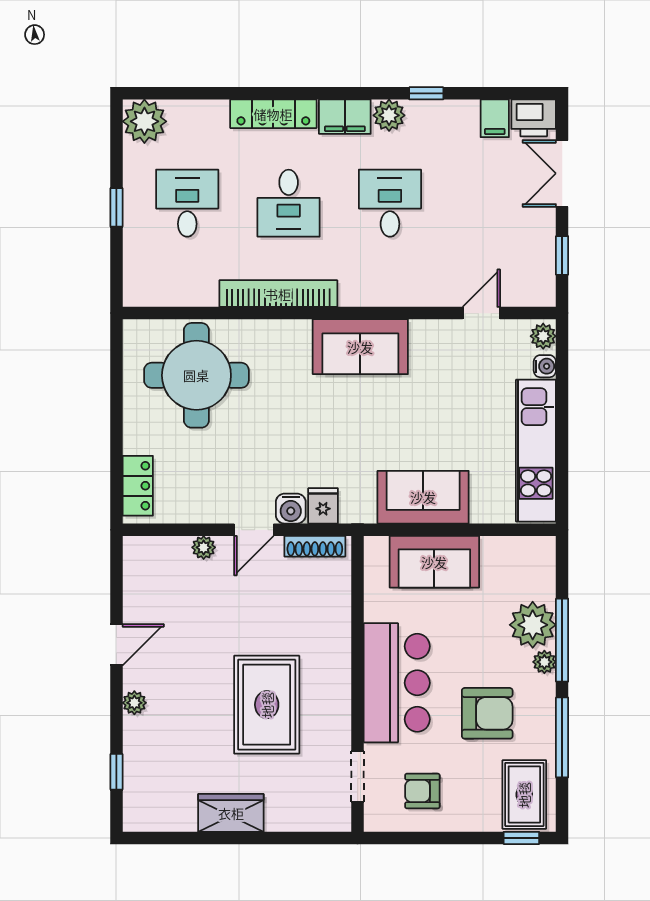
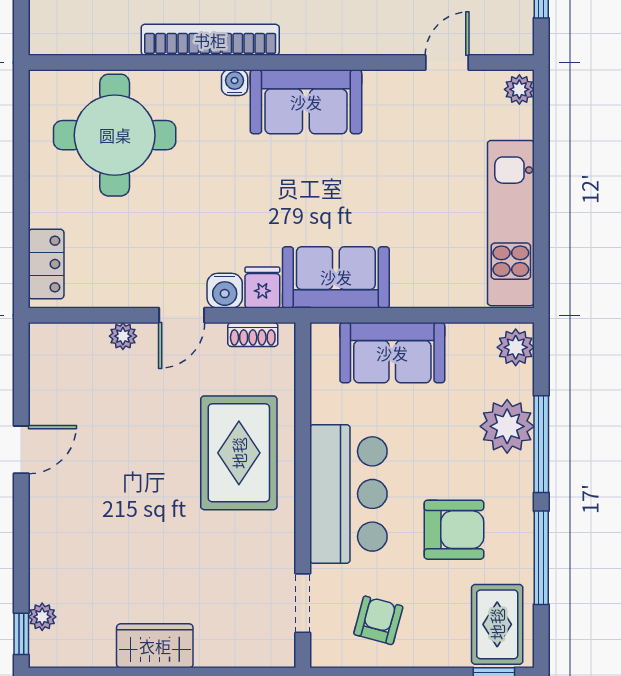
water cooler: (545, 366) -> (235, 83), moved, turned -90
sofa: (423, 497) -> (336, 277), moved
shoe rack: (315, 546) -> (253, 335), width x0.70
plant: (544, 662) -> (516, 347), moved, width x1.38, depth x1.38
plant: (134, 703) -> (42, 617), moved
rug: (267, 705) -> (239, 453), moved
window: (116, 772) -> (21, 634), moved
armchair: (422, 791) -> (378, 620), turned 105

